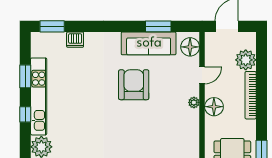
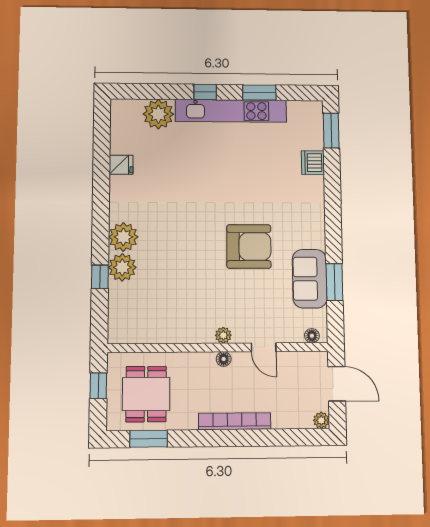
sofa: (149, 43) -> (310, 279), width x0.73
floor lamp: (190, 47) -> (312, 336), width x0.53, depth x0.53
plant: (246, 60) -> (321, 420), moved, width x0.53, depth x0.53
floor lamp: (214, 107) -> (224, 359), width x0.53, depth x0.53

